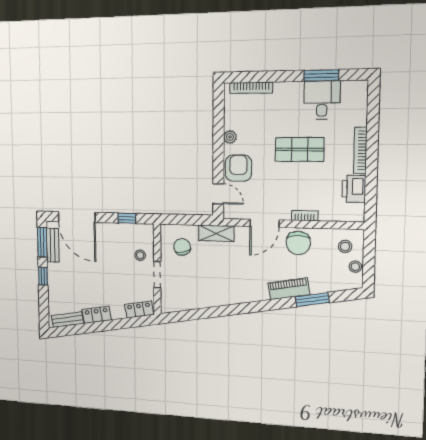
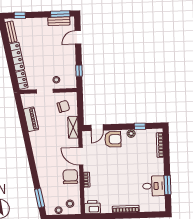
window: (219, 122) -> (140, 126), added
shop shelf: (299, 150) -> (125, 175), removed
printer: (354, 189) -> (92, 207), moved
door: (77, 217) -> (78, 37), width x0.53
chair: (298, 243) -> (70, 177), turned 90
window: (43, 276) -> (20, 15), moved
piano: (289, 289) -> (31, 119), moved
window: (312, 300) -> (40, 198), moved
locker: (97, 315) -> (17, 57), width x1.53

